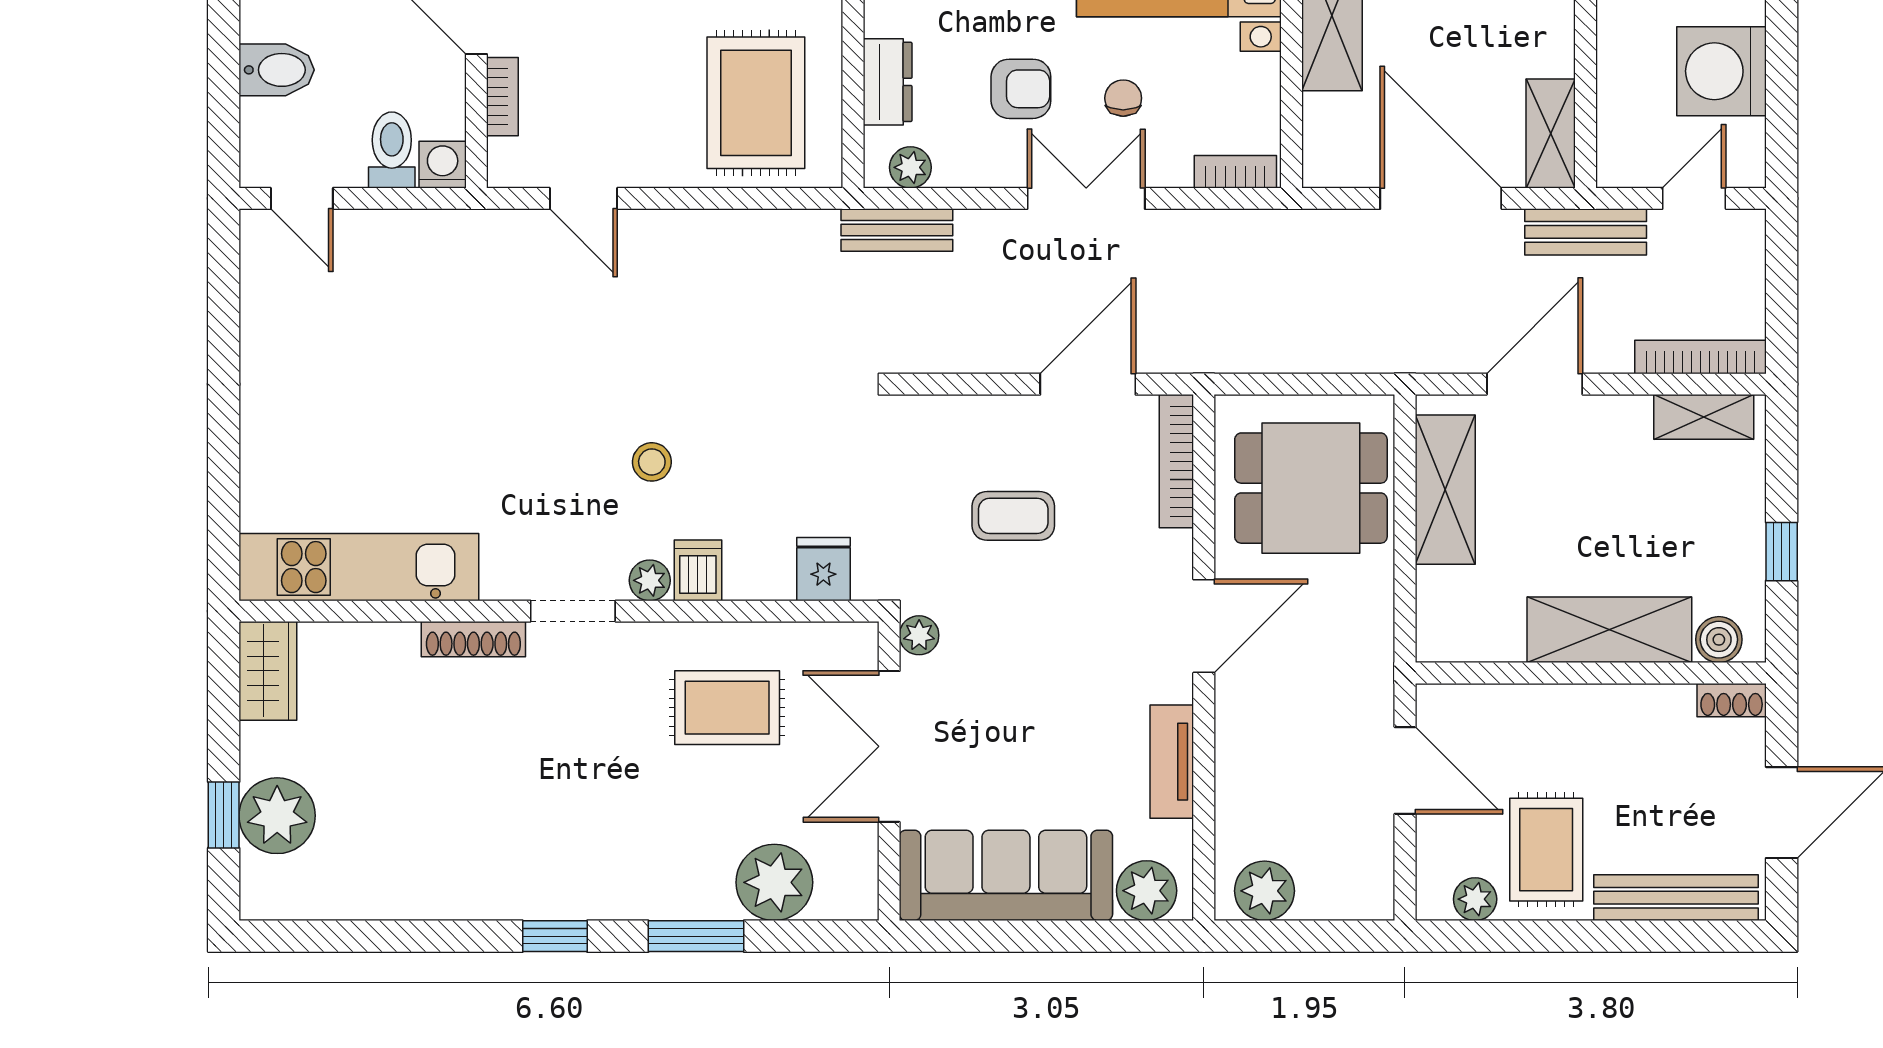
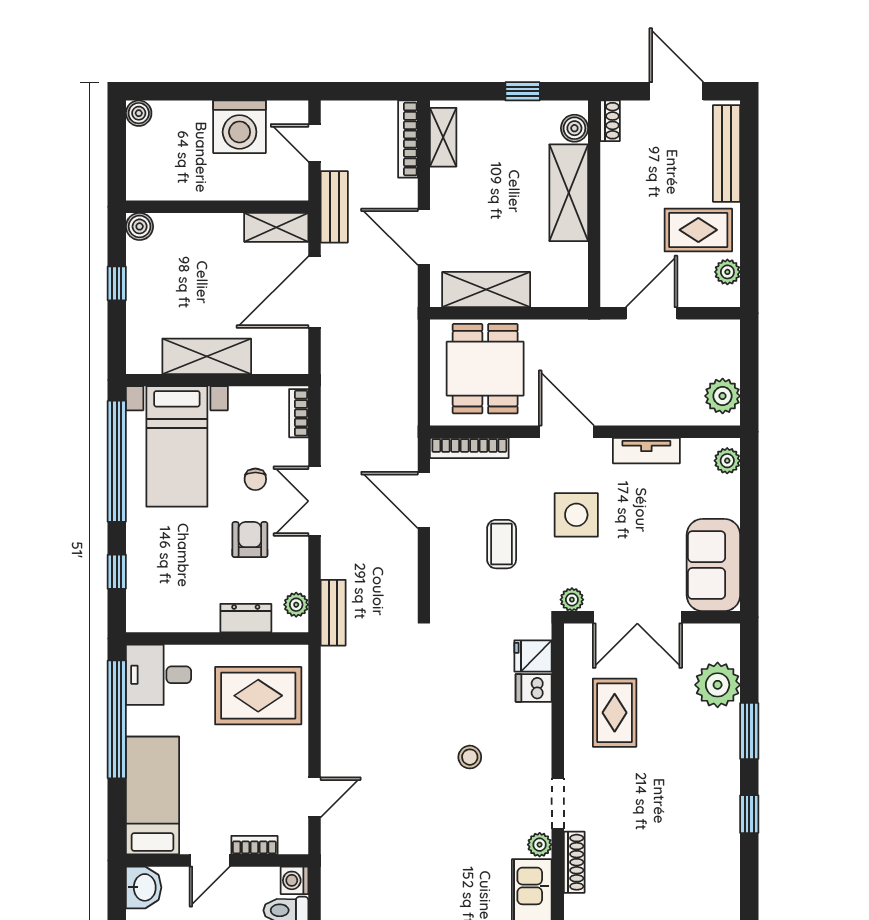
chair: (1123, 98) -> (255, 479), turned -90
dishwasher: (698, 570) -> (534, 688), moved
plant: (650, 580) -> (540, 845), moved
side table: (1063, 643) -> (576, 515), added
sofa: (1006, 875) -> (713, 565), width x0.73
plant: (1147, 891) -> (727, 461), width x0.73, depth x0.73

